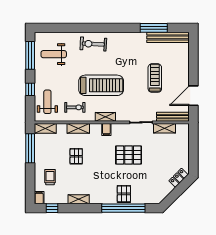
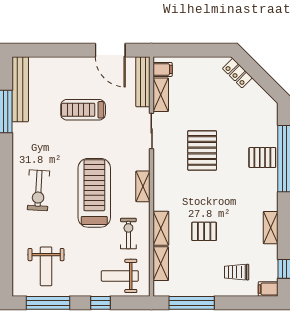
exercise bike: (93, 44) -> (38, 190), moved
shelving: (45, 128) -> (161, 264), moved
filing cabinet: (106, 129) -> (163, 69), moved

